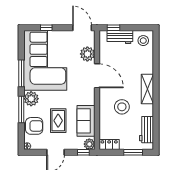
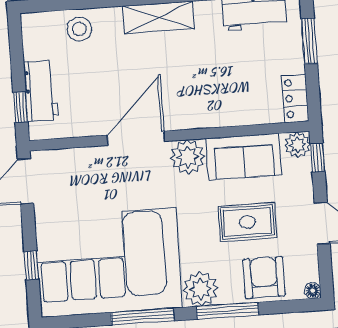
stool: (143, 41) -> (79, 29), moved
plant: (87, 54) -> (188, 157), moved
stool: (122, 107) -> (205, 75), removed

